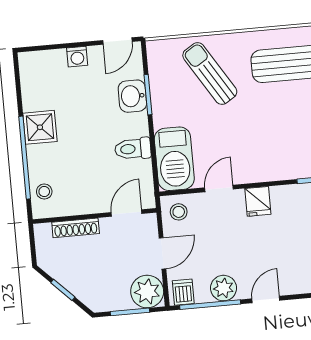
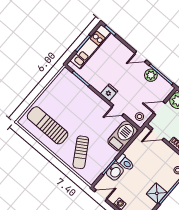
toilet: (133, 149) -> (125, 163), moved
dishwasher: (183, 292) -> (166, 88), removed

